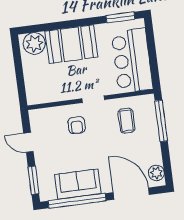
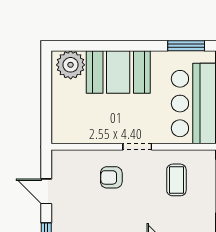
armchair: (77, 125) -> (111, 177), turned 90

